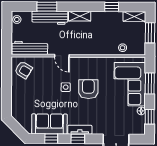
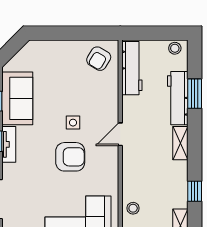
door: (62, 56) -> (120, 134), moved

